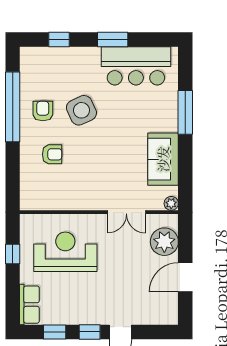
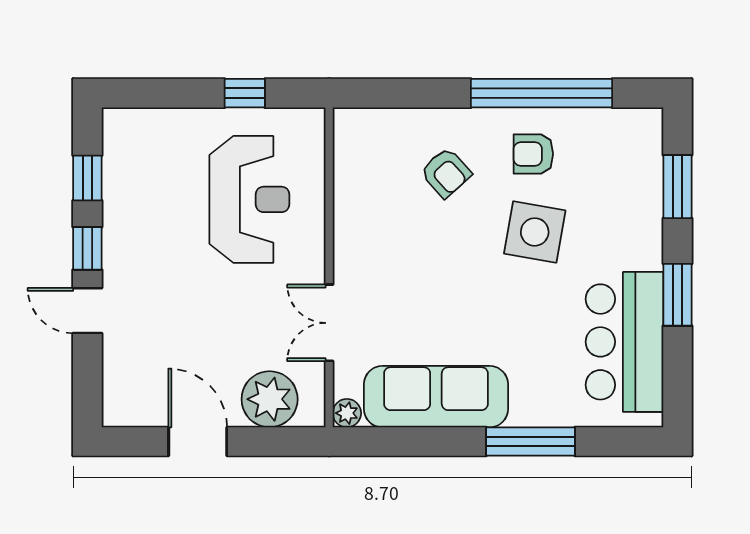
window: (59, 40) -> (678, 187), width x1.50
side table: (81, 110) -> (535, 232), turned 35
armchair: (43, 111) -> (533, 154), turned 180
armchair: (52, 154) -> (446, 173), turned -42
sofa: (163, 159) -> (436, 397), width x1.36
row of seats: (29, 305) -> (143, 127), removed

